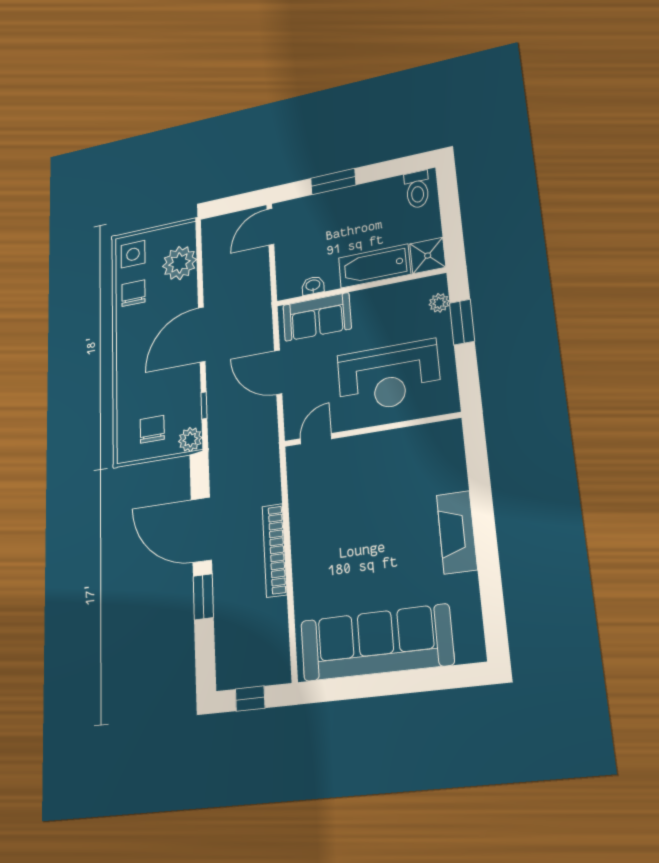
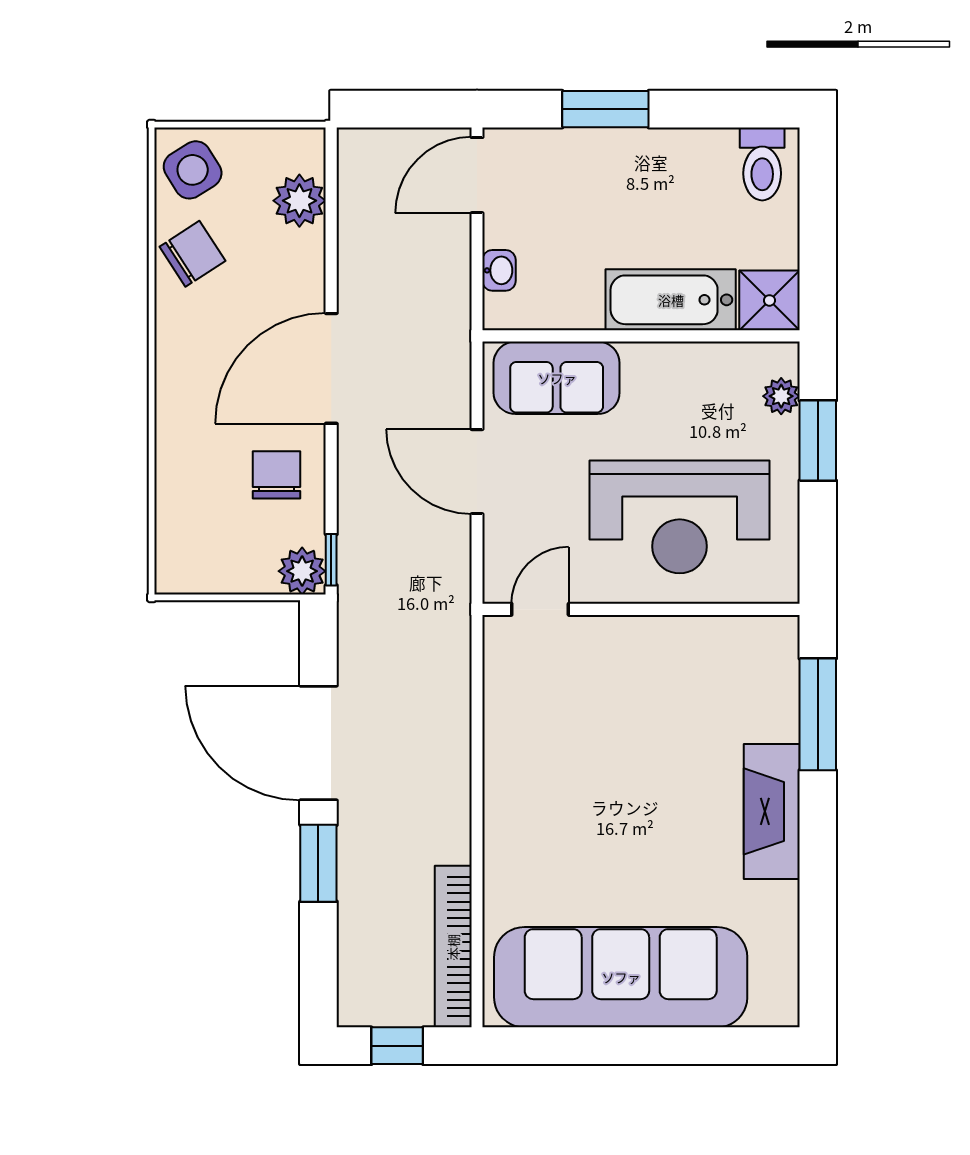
side table: (133, 254) -> (193, 170), turned -32
plant: (179, 263) -> (299, 201), width x0.73, depth x0.73
washbasin: (313, 286) -> (499, 270), moved, turned 90
chair: (133, 293) -> (192, 254), turned 57
window: (204, 405) -> (331, 560), moved
chair: (152, 429) -> (277, 475), moved
window: (478, 472) -> (818, 714), added
bookcase: (275, 550) -> (453, 947), moved

